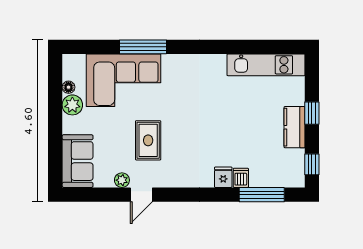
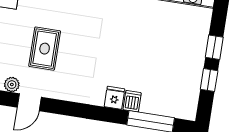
kitchen counter: (295, 127) -> (194, 59), removed
window: (312, 164) -> (209, 80), moved

